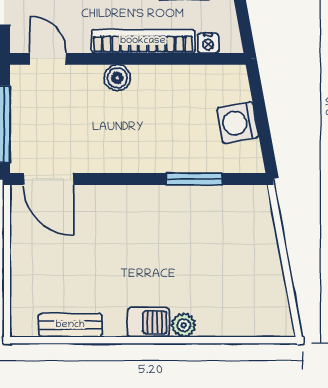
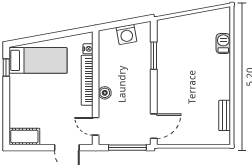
door: (48, 59) -> (96, 126), hinge flipped
barbecue: (148, 322) -> (223, 44), moved
plant: (184, 325) -> (225, 61), removed

